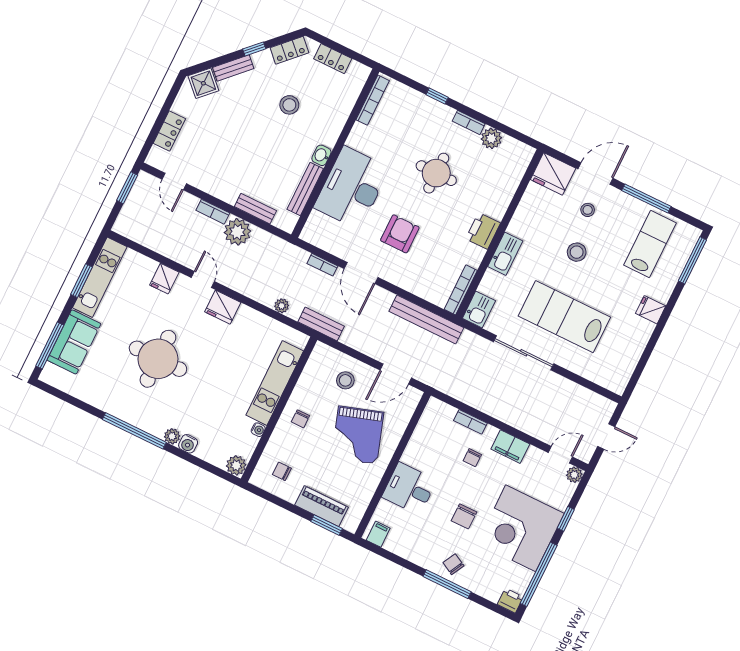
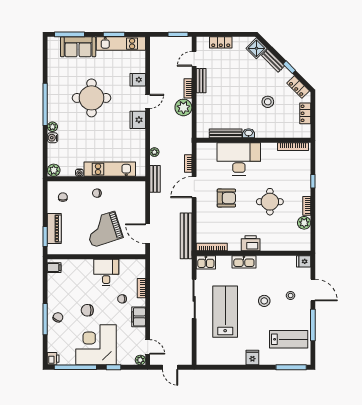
fridge: (553, 174) -> (304, 261), width x0.53, depth x0.75
bench: (255, 209) -> (201, 81), moved
stool: (345, 380) -> (130, 208), removed
desk: (409, 489) -> (106, 272), moved

